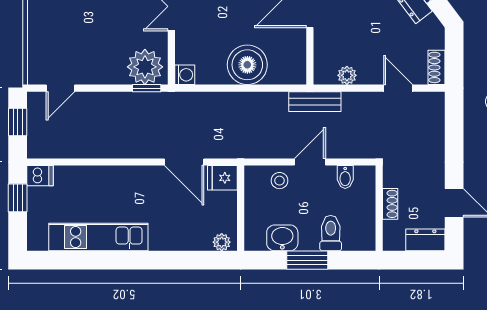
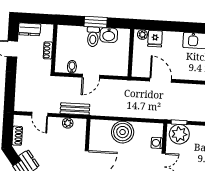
shoe rack: (437, 67) -> (17, 136), moved
washing machine: (185, 75) -> (157, 143), moved
bench: (315, 102) -> (75, 109), moved
fridge: (222, 178) -> (155, 39), moved, turned 90
stool: (280, 181) -> (108, 67), removed
toilet: (331, 233) -> (93, 37), moved

